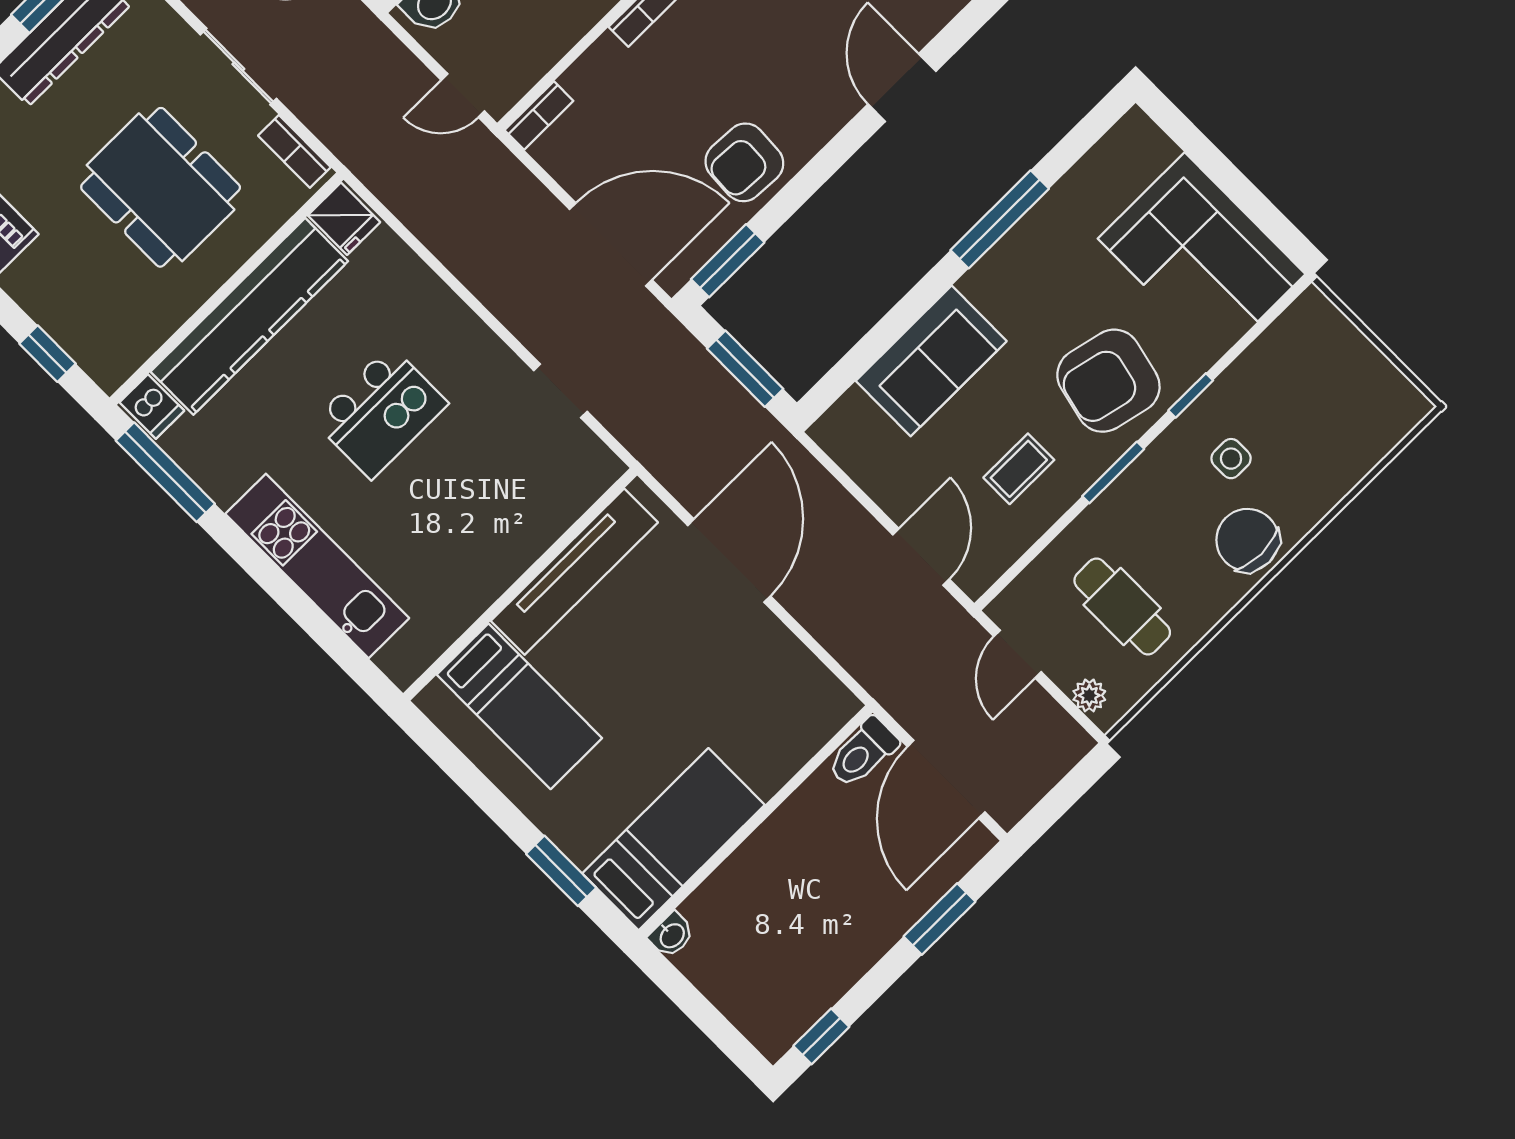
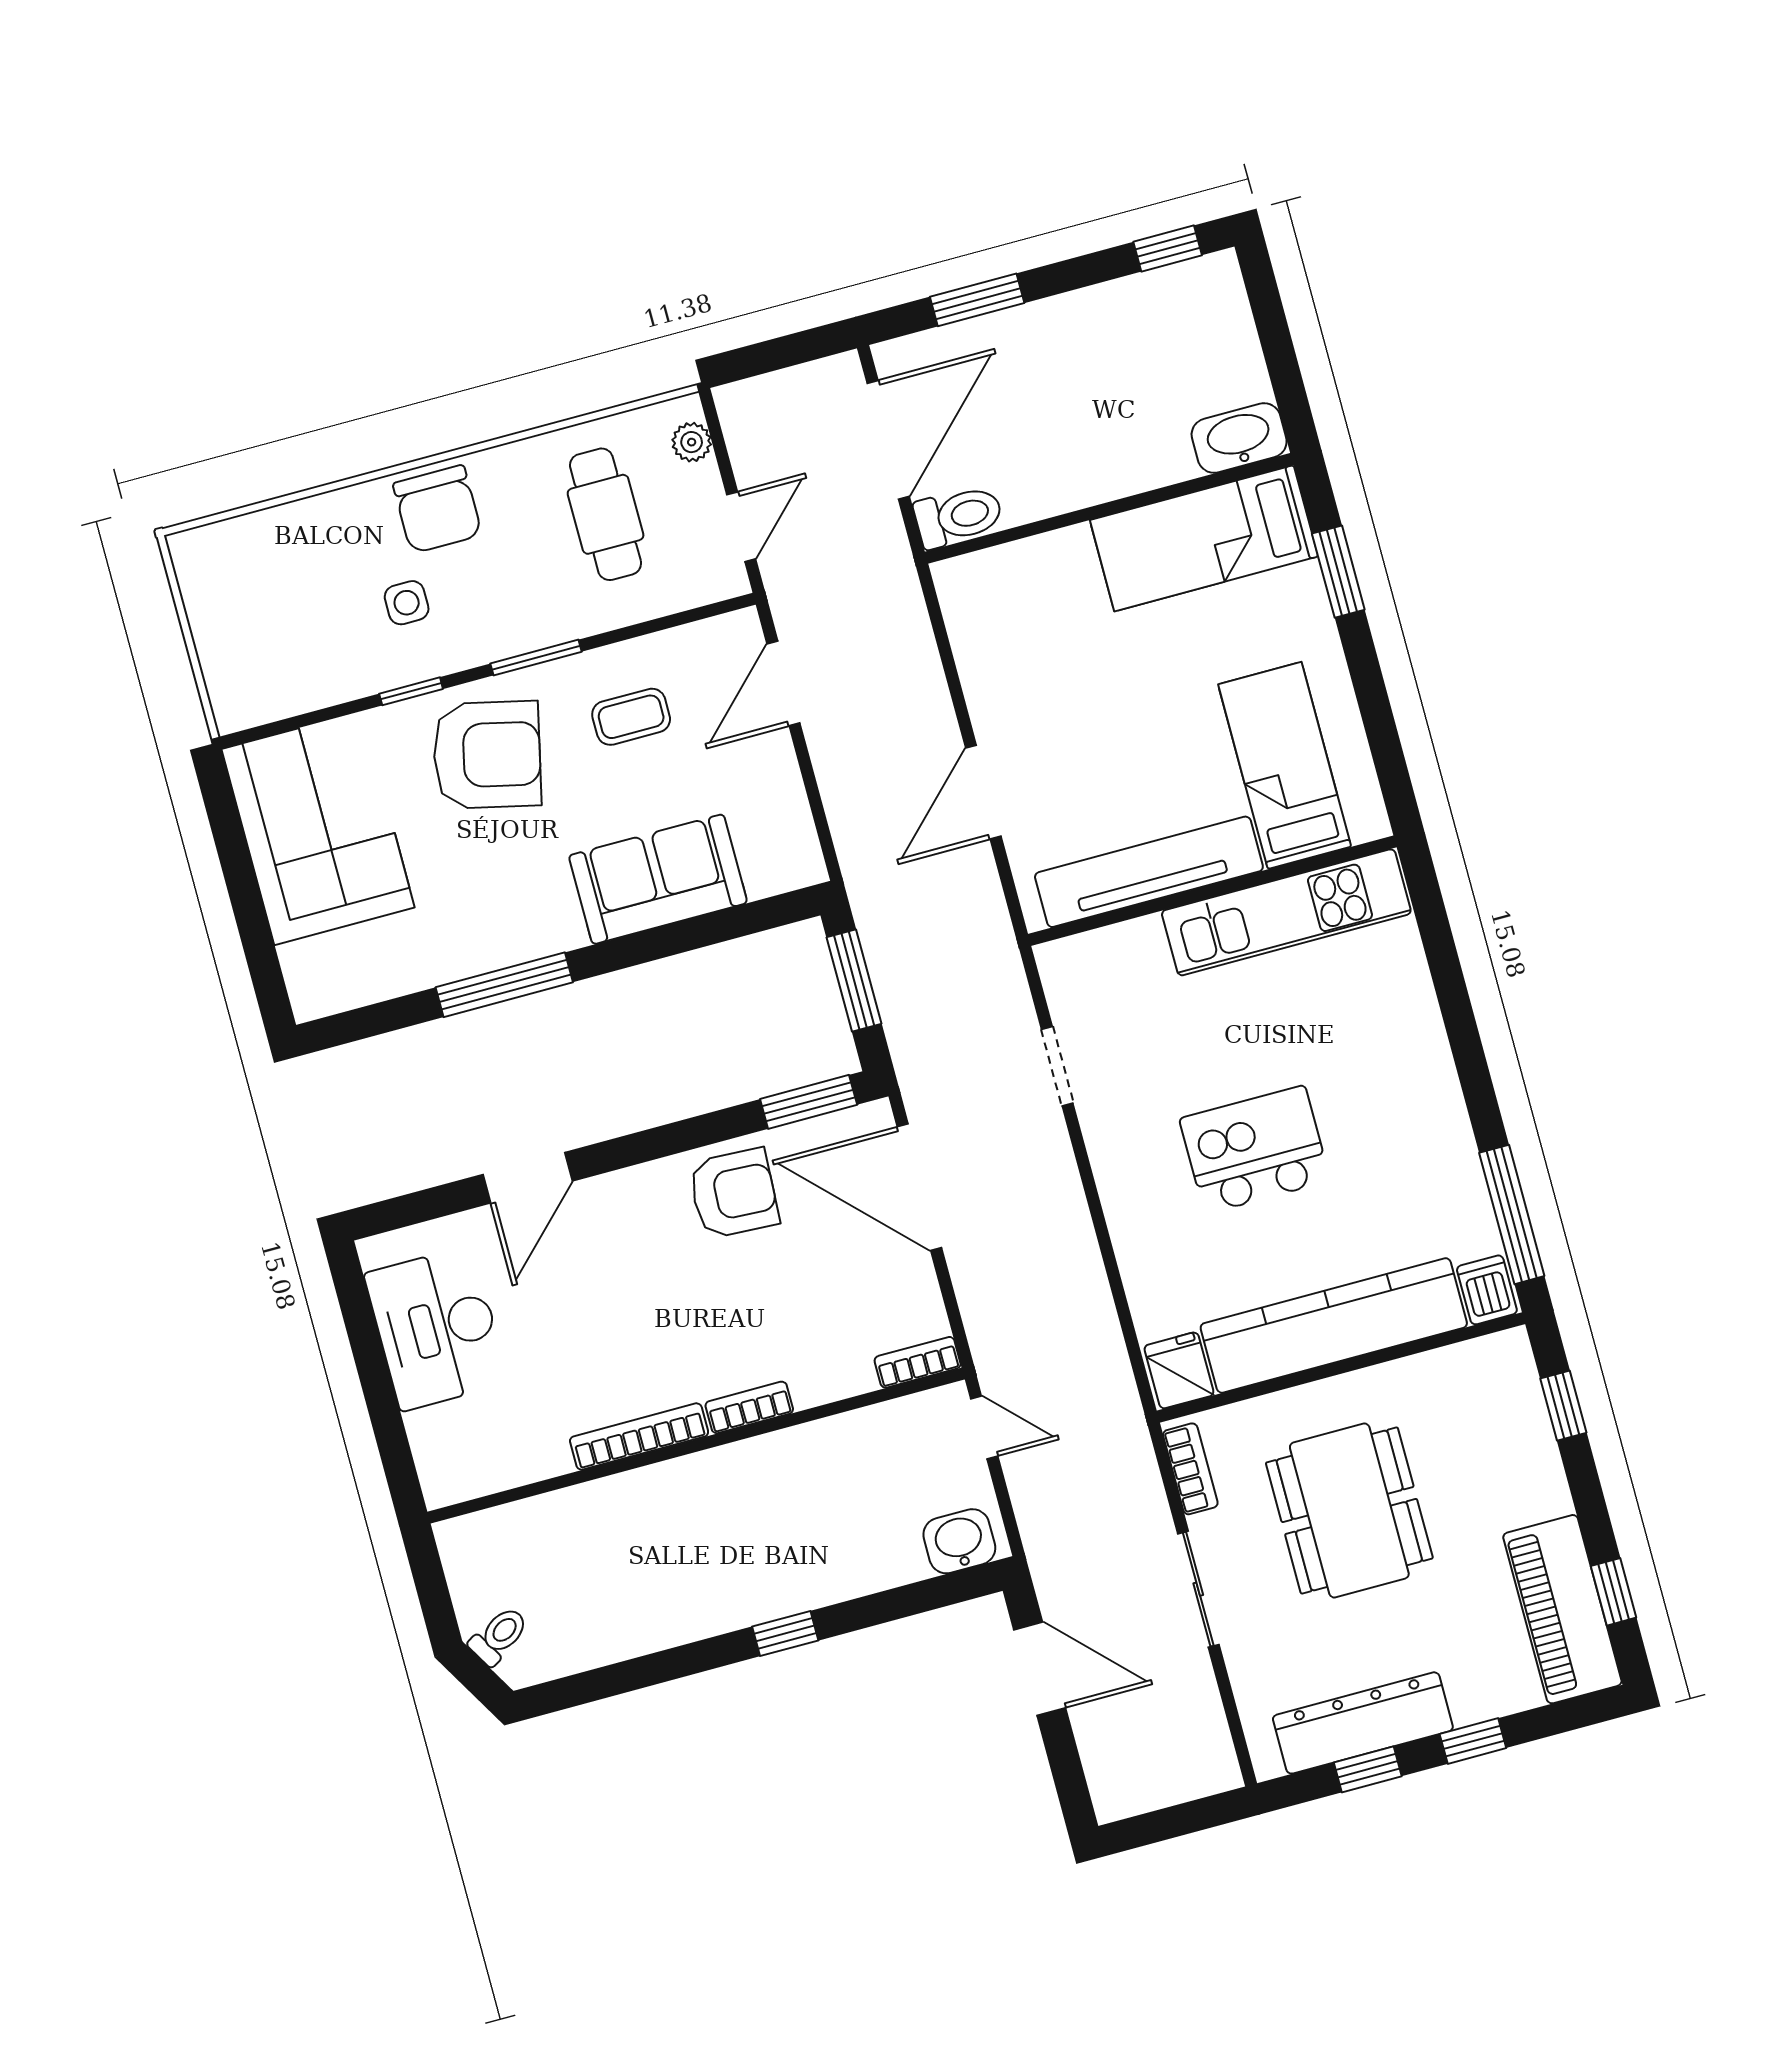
door: (729, 561) -> (983, 792), width x0.73
kitchen unit: (317, 566) -> (1286, 912), moved, turned -90
washbasin: (672, 935) -> (1239, 438), width x1.91, depth x1.45

